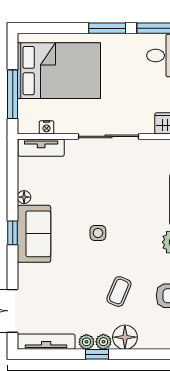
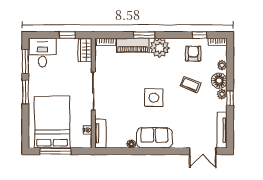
window: (13, 94) -> (55, 151), moved
window: (13, 233) -> (154, 151), removed
side table: (98, 233) -> (154, 98), width x1.87, depth x1.87
plant: (86, 342) -> (222, 65), moved

